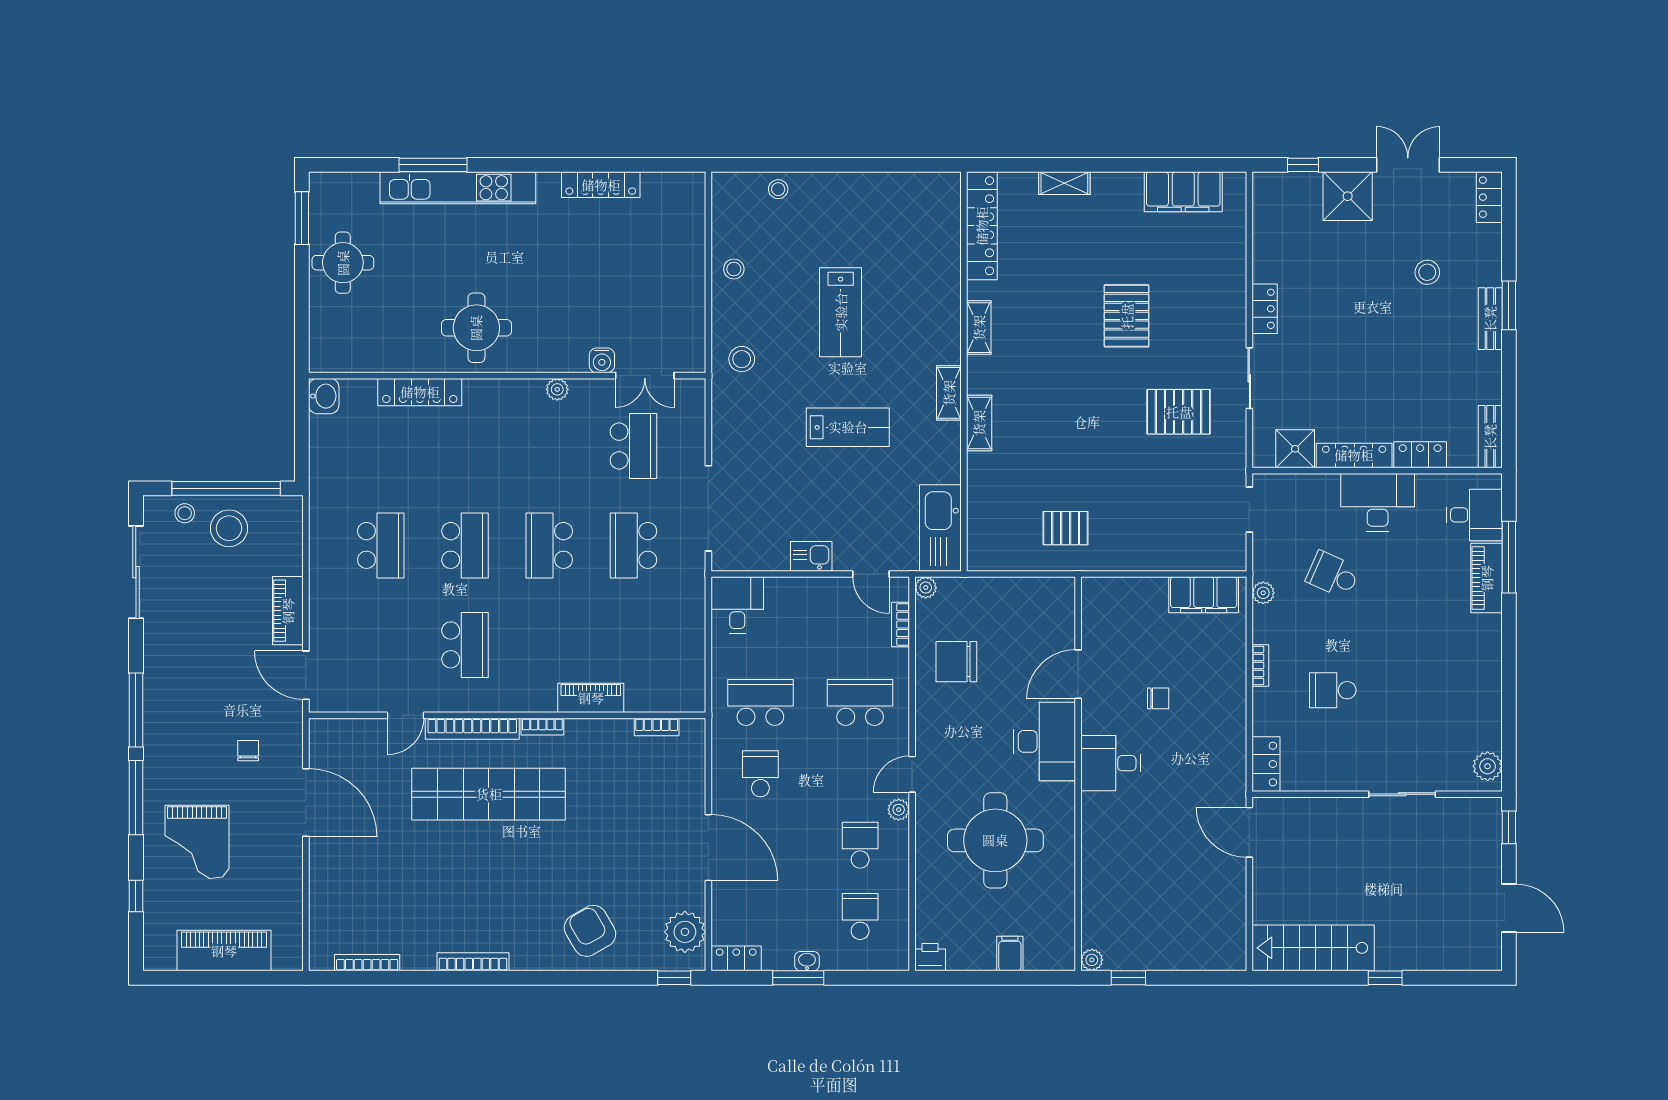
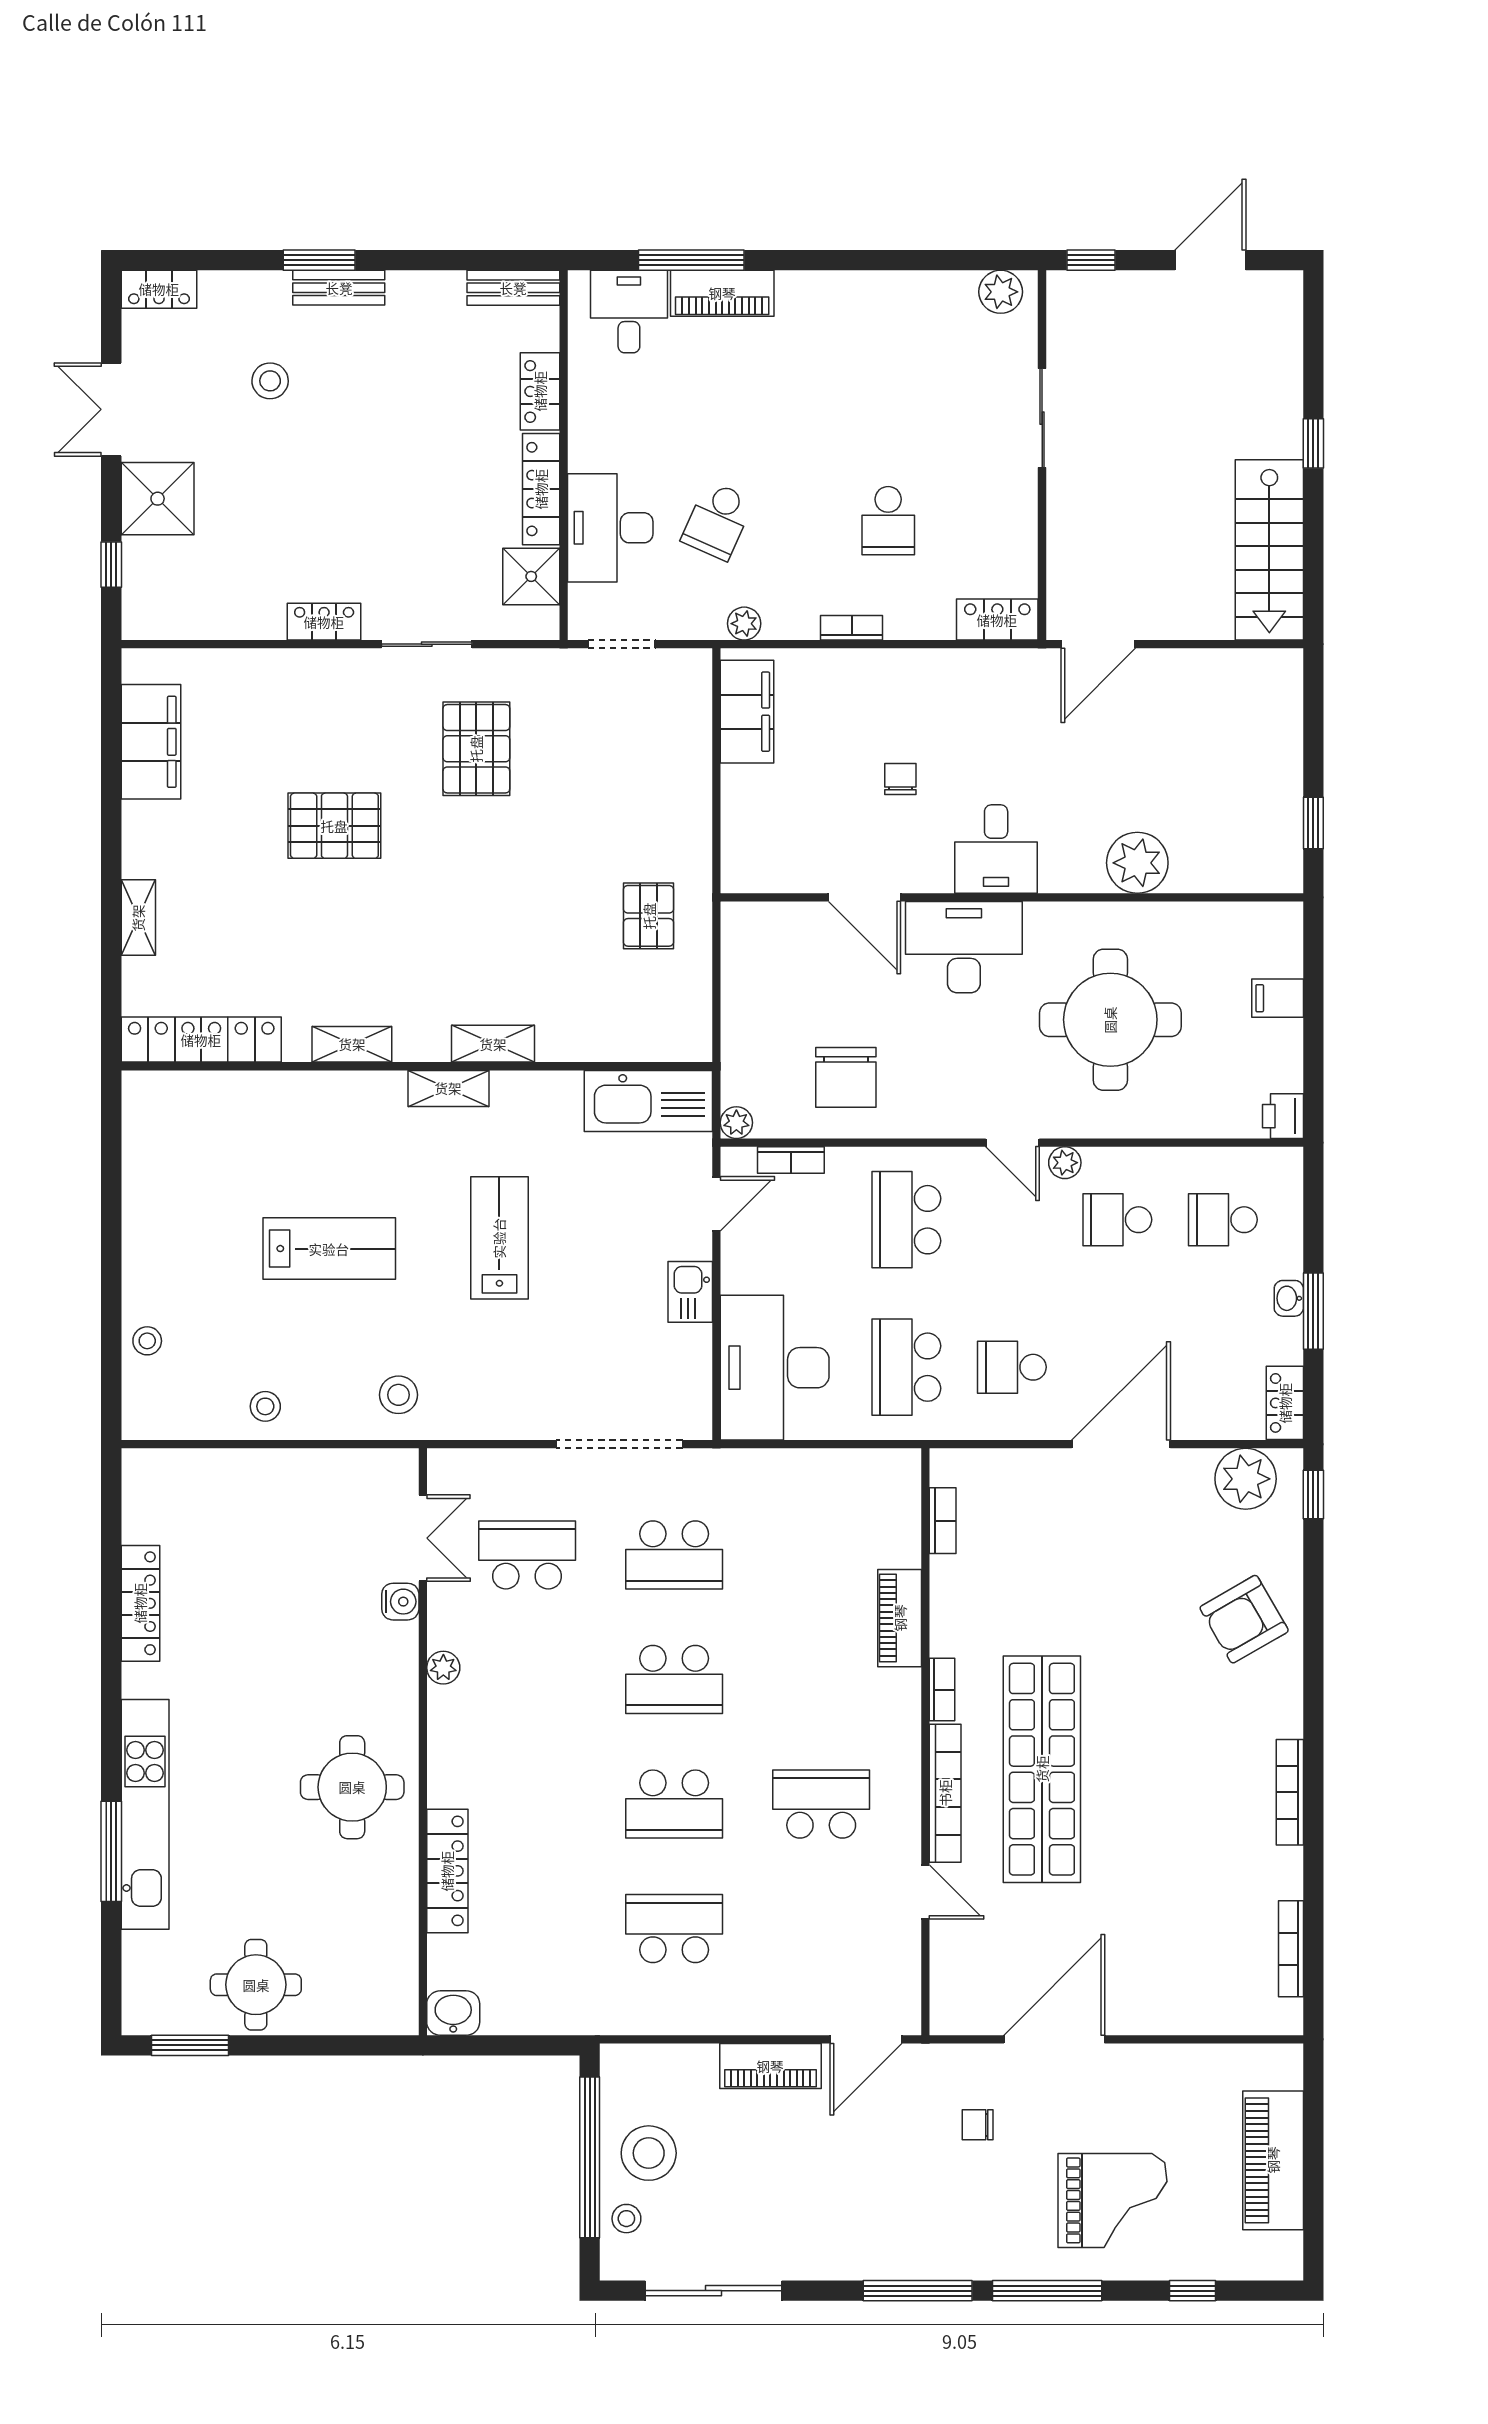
desk: (1378, 502) -> (610, 528), moved
school desk: (465, 545) -> (674, 1804), turned 180
desk: (737, 605) -> (775, 1368), width x1.87, depth x1.30
plant: (1092, 960) -> (1137, 863), moved, width x1.88, depth x1.88

